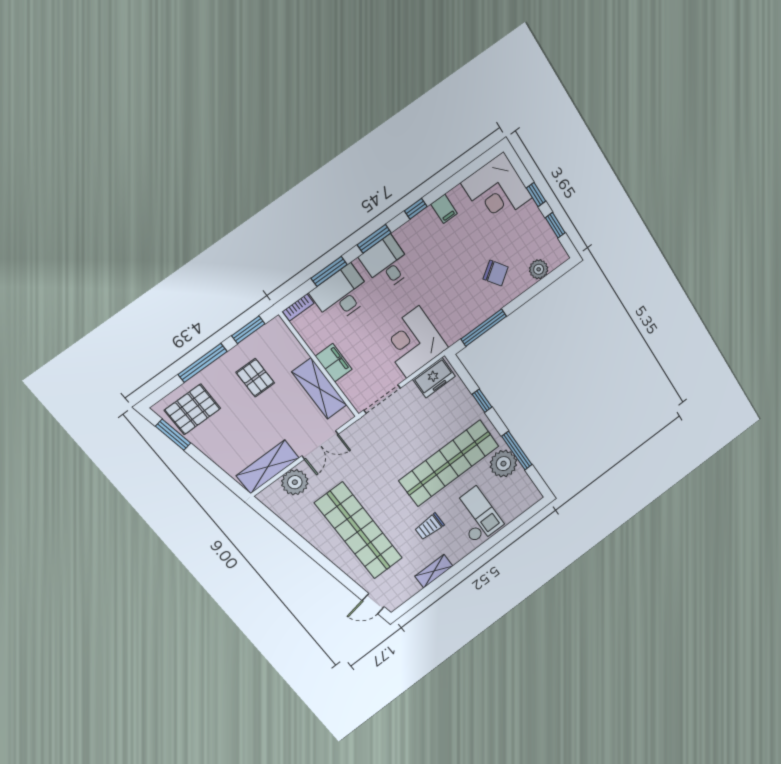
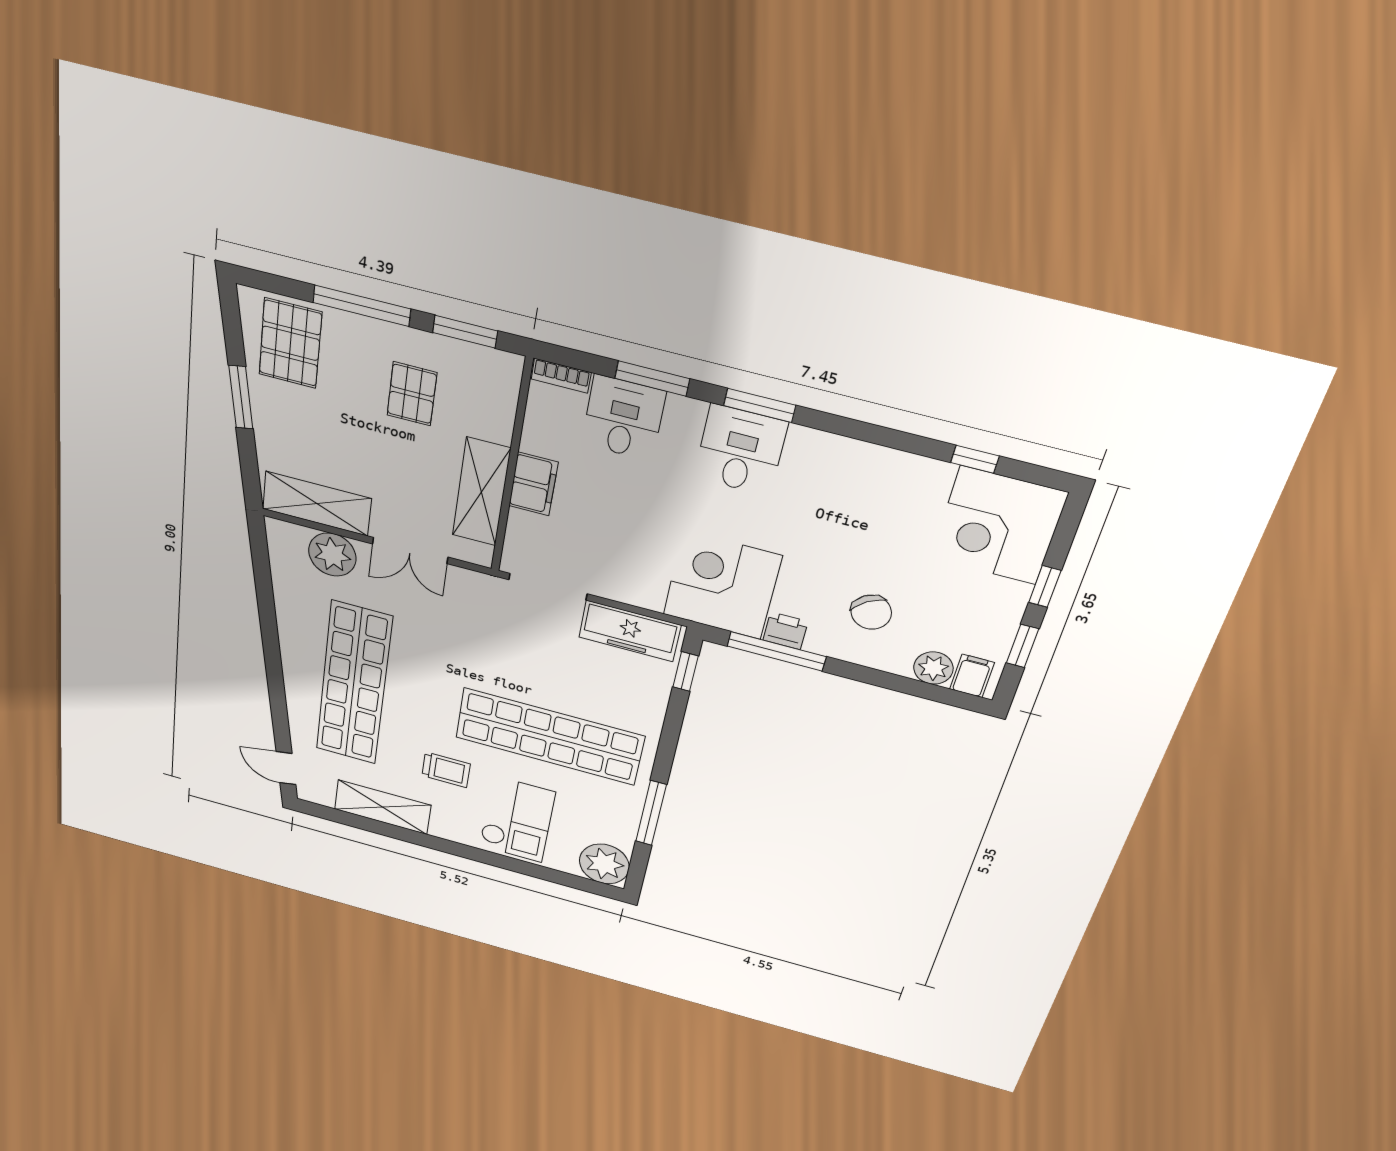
window: (416, 209) -> (975, 459), moved
filing cabinet: (444, 209) -> (972, 676), moved, turned 180
desk: (342, 294) -> (623, 418), width x0.73
printer: (477, 316) -> (786, 631), added
corner desk: (413, 342) -> (722, 585), moved
freezer: (434, 378) -> (630, 631), width x1.40
window: (482, 401) -> (686, 672), moved
pallet: (192, 409) -> (290, 343), turned 90
window: (173, 435) -> (241, 397), moved
plant: (503, 464) -> (604, 864), moved
trolley: (429, 527) -> (446, 770), turned 180
shelving: (434, 571) -> (383, 807), width x1.50, depth x1.33

